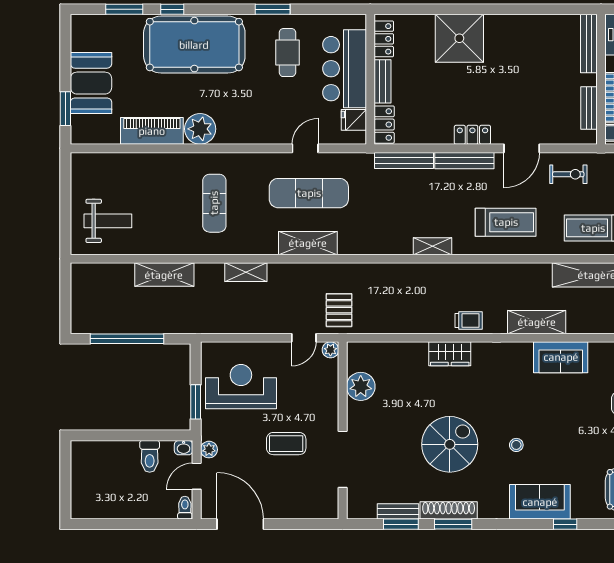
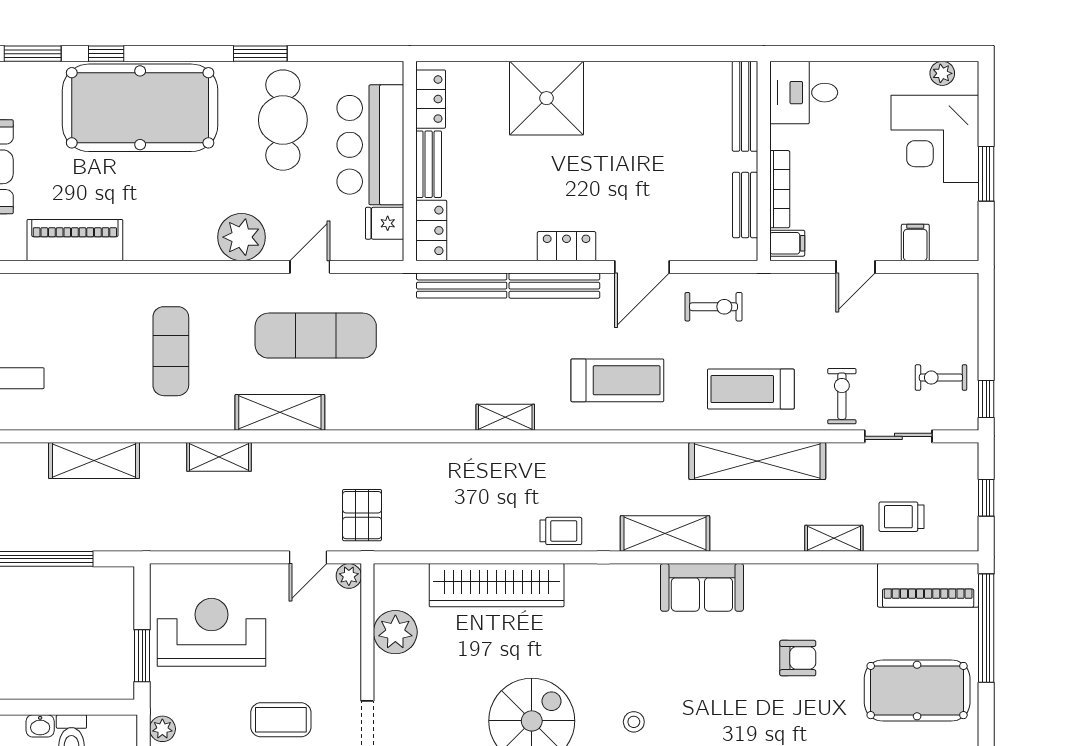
cafe table: (287, 53) -> (283, 120), width x1.37, depth x1.35
plant: (200, 129) -> (241, 237), moved
shelving: (308, 243) -> (280, 412), moved
wardrobe: (450, 354) -> (497, 585), width x2.10, depth x1.17
washbasin: (184, 448) -> (40, 726), moved

